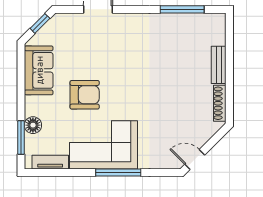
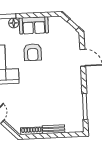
sofa: (39, 70) -> (34, 25), moved

